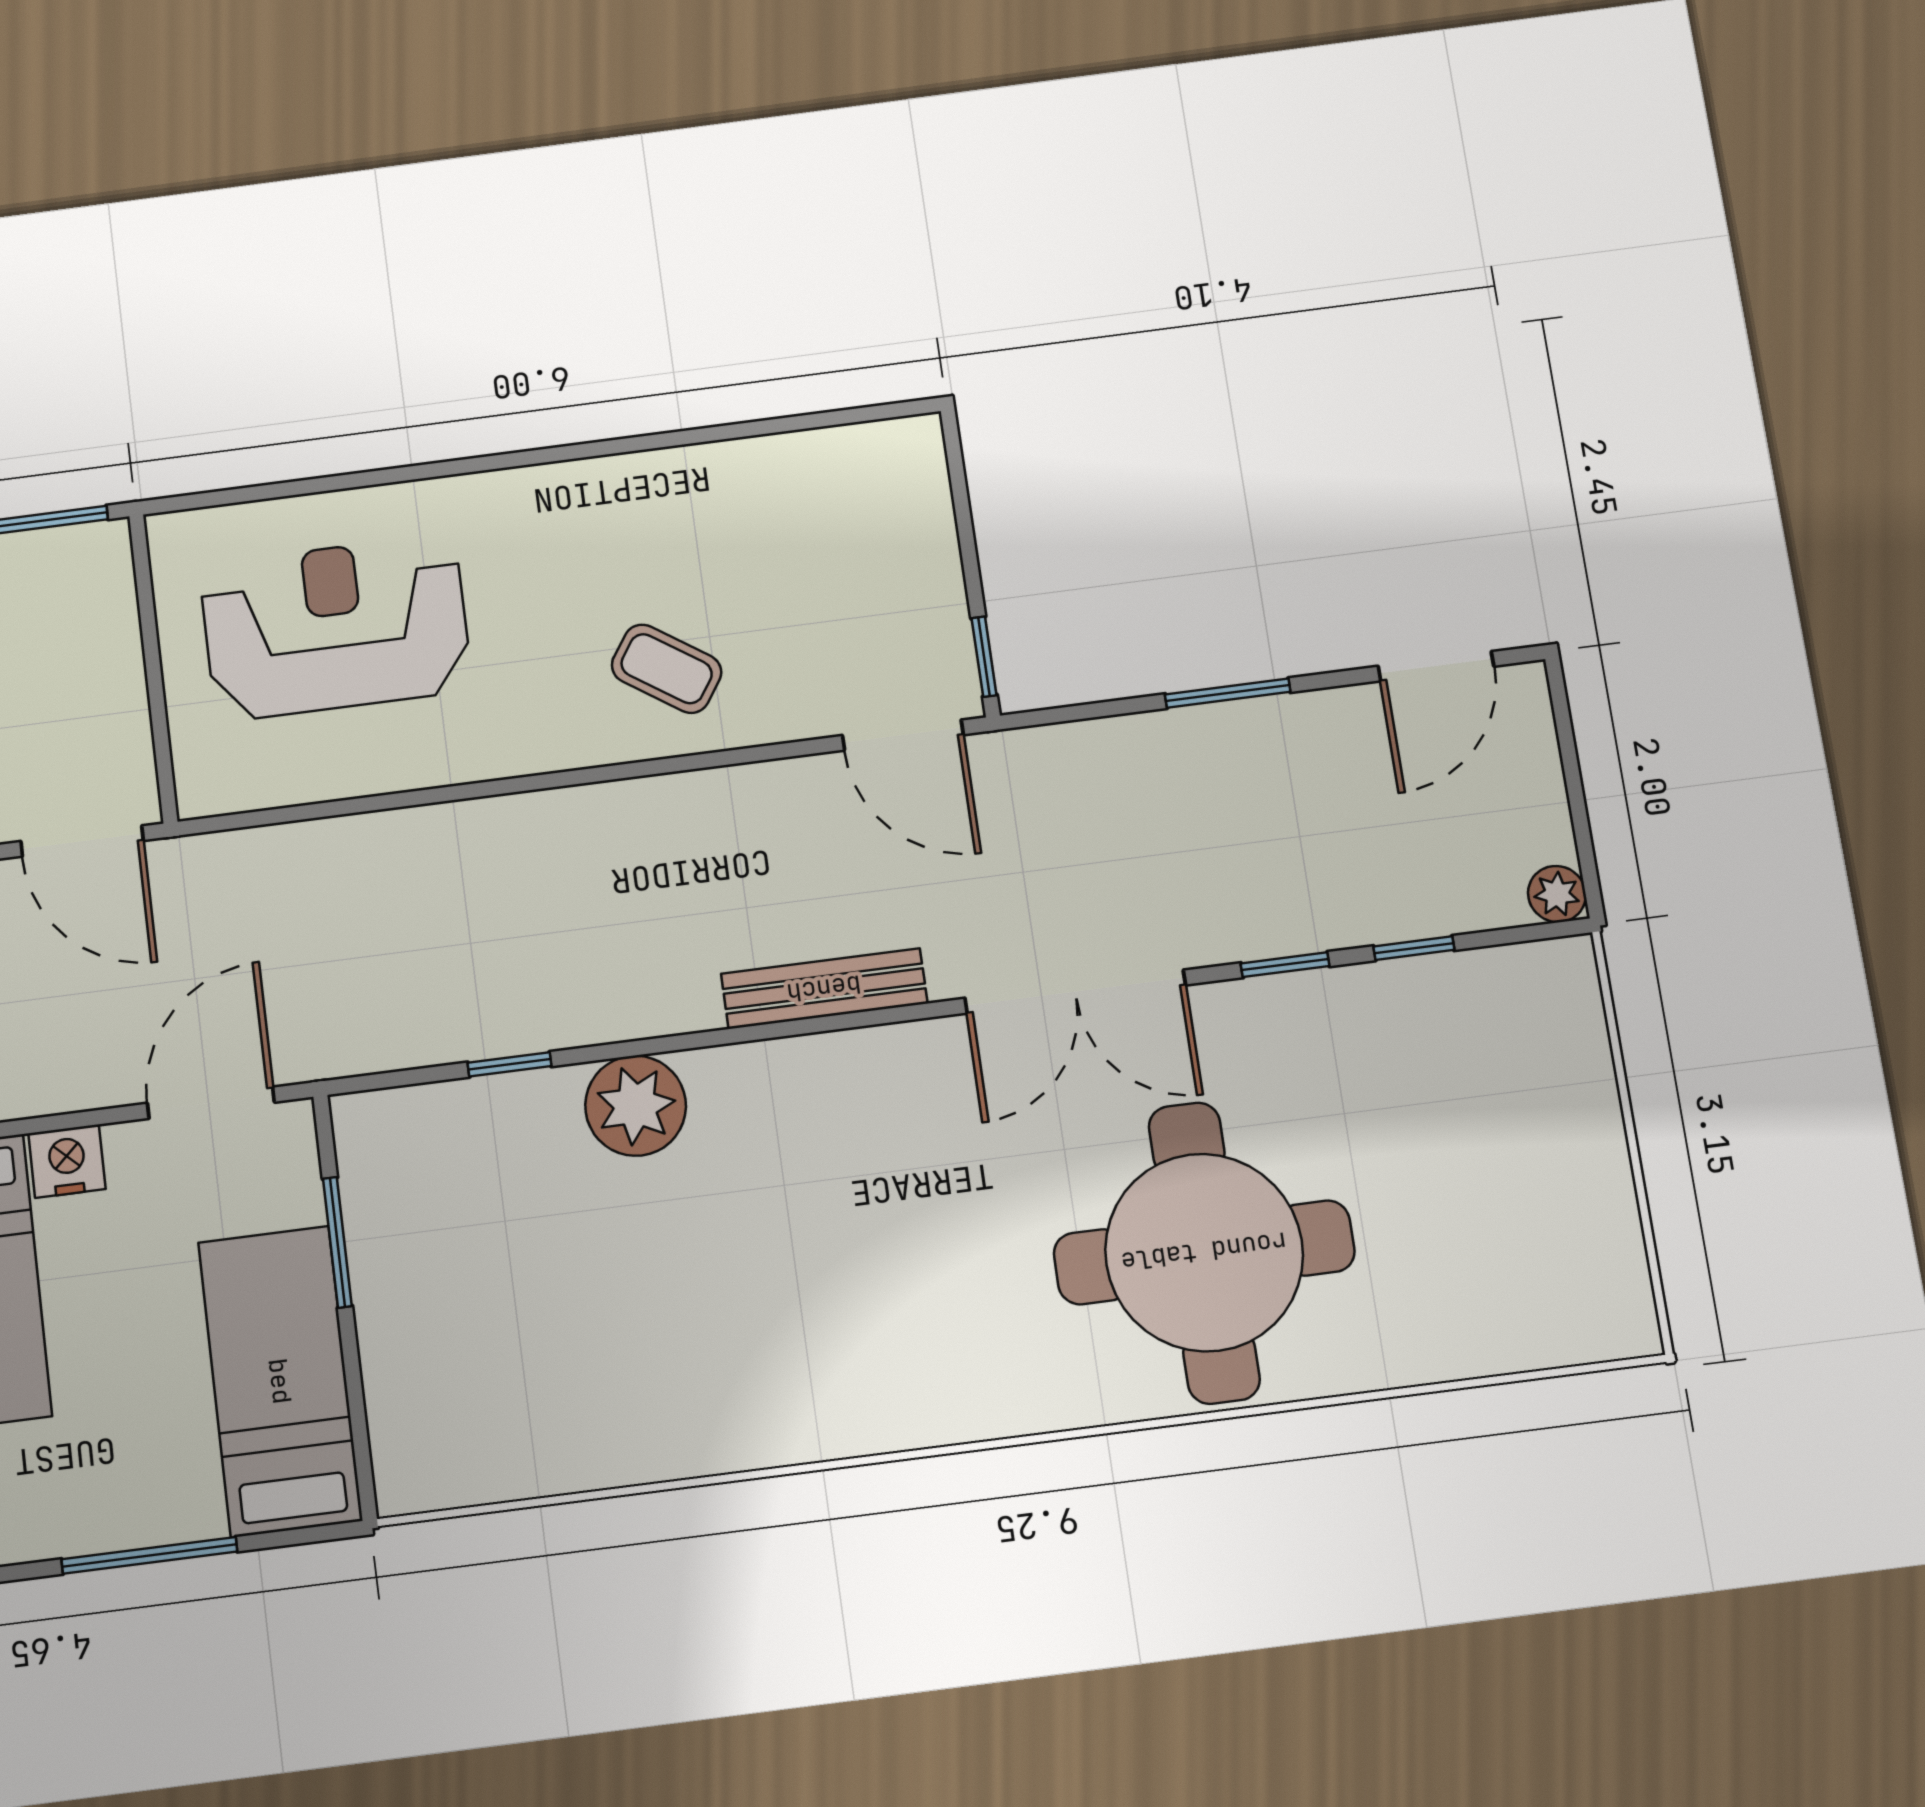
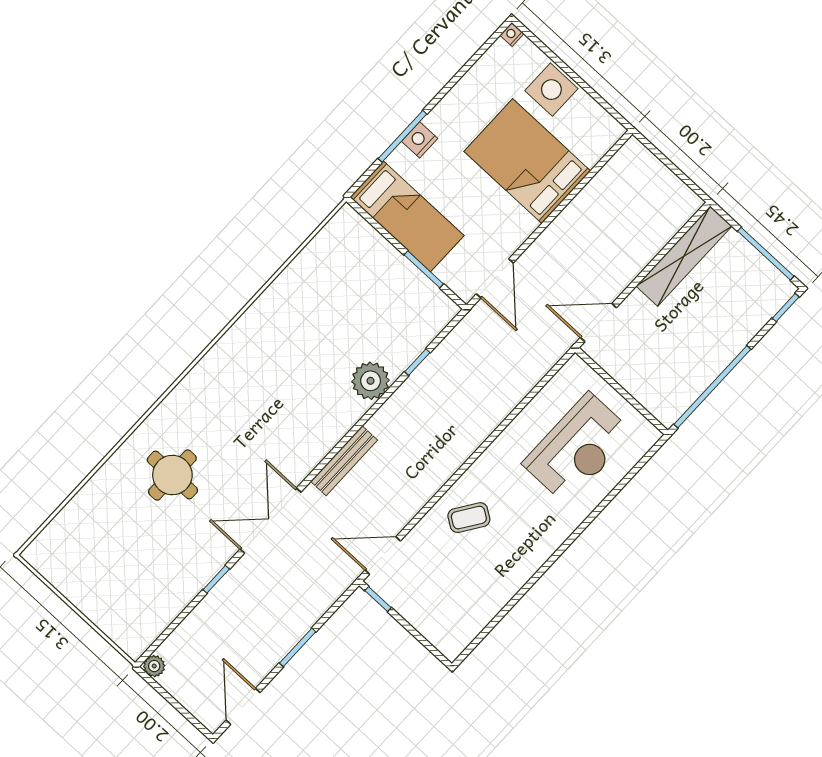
window: (1414, 948) -> (183, 615), removed
nightstand: (67, 1161) -> (420, 140), moved, turned 180
round table: (1204, 1252) -> (172, 475), width x0.54, depth x0.54

